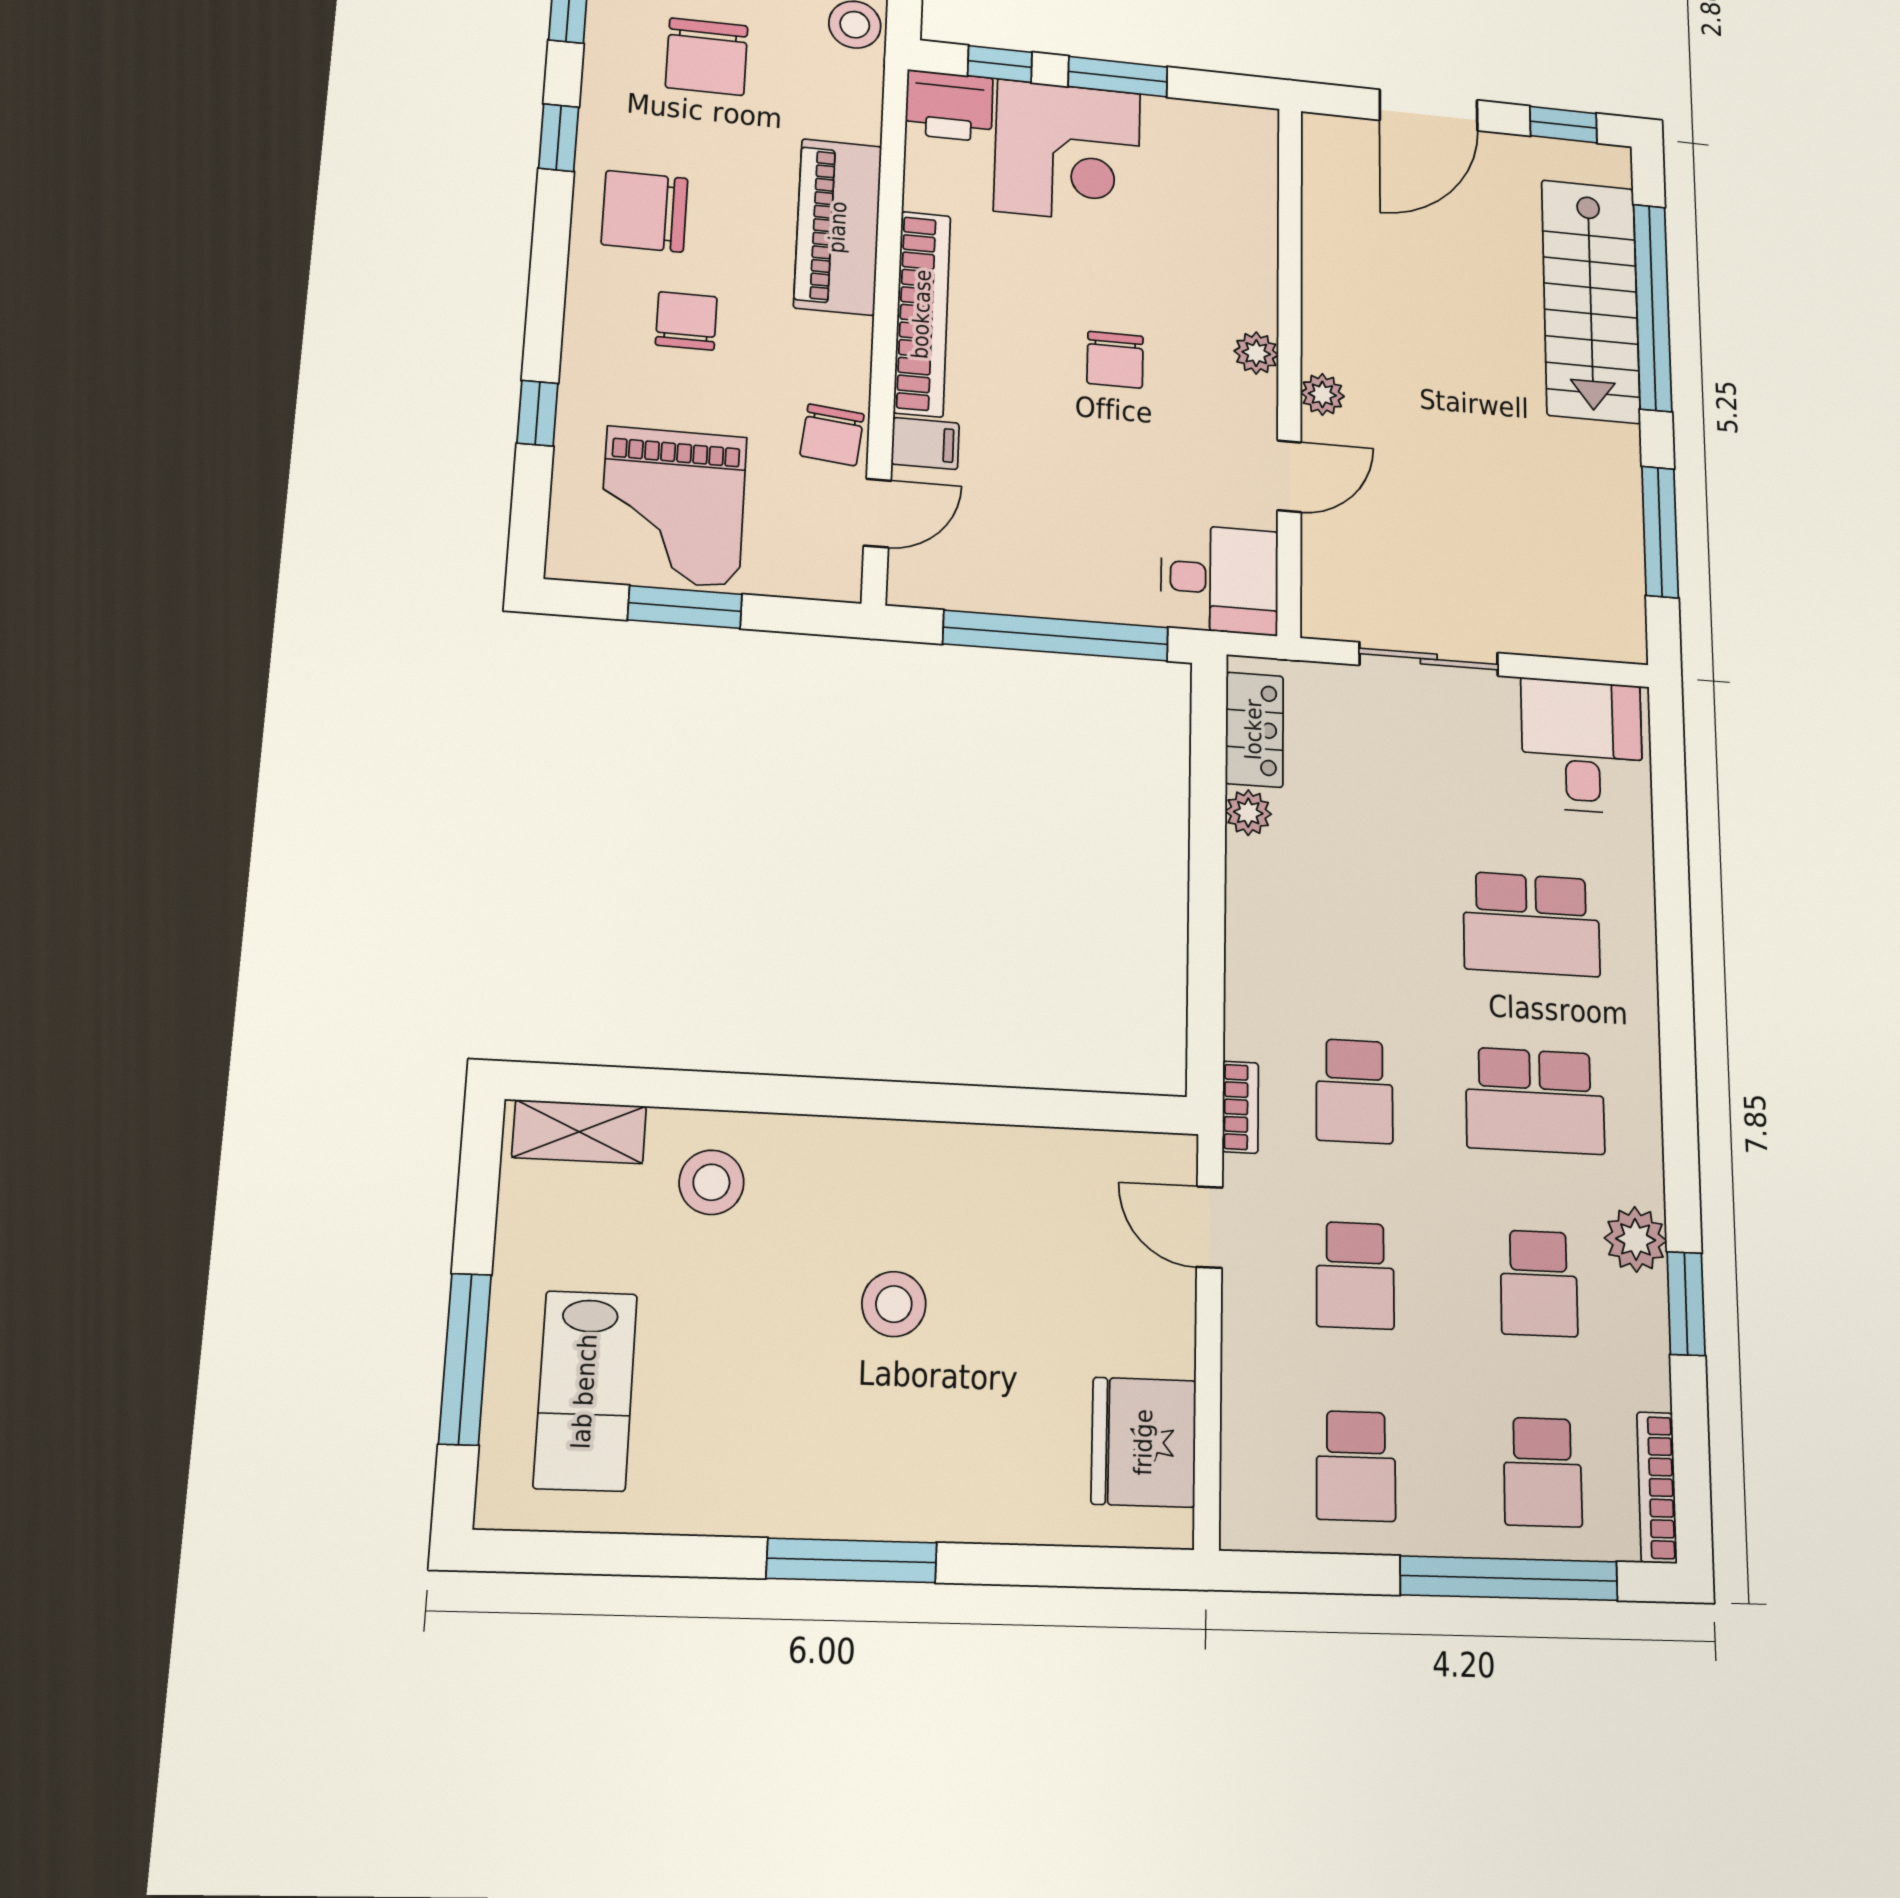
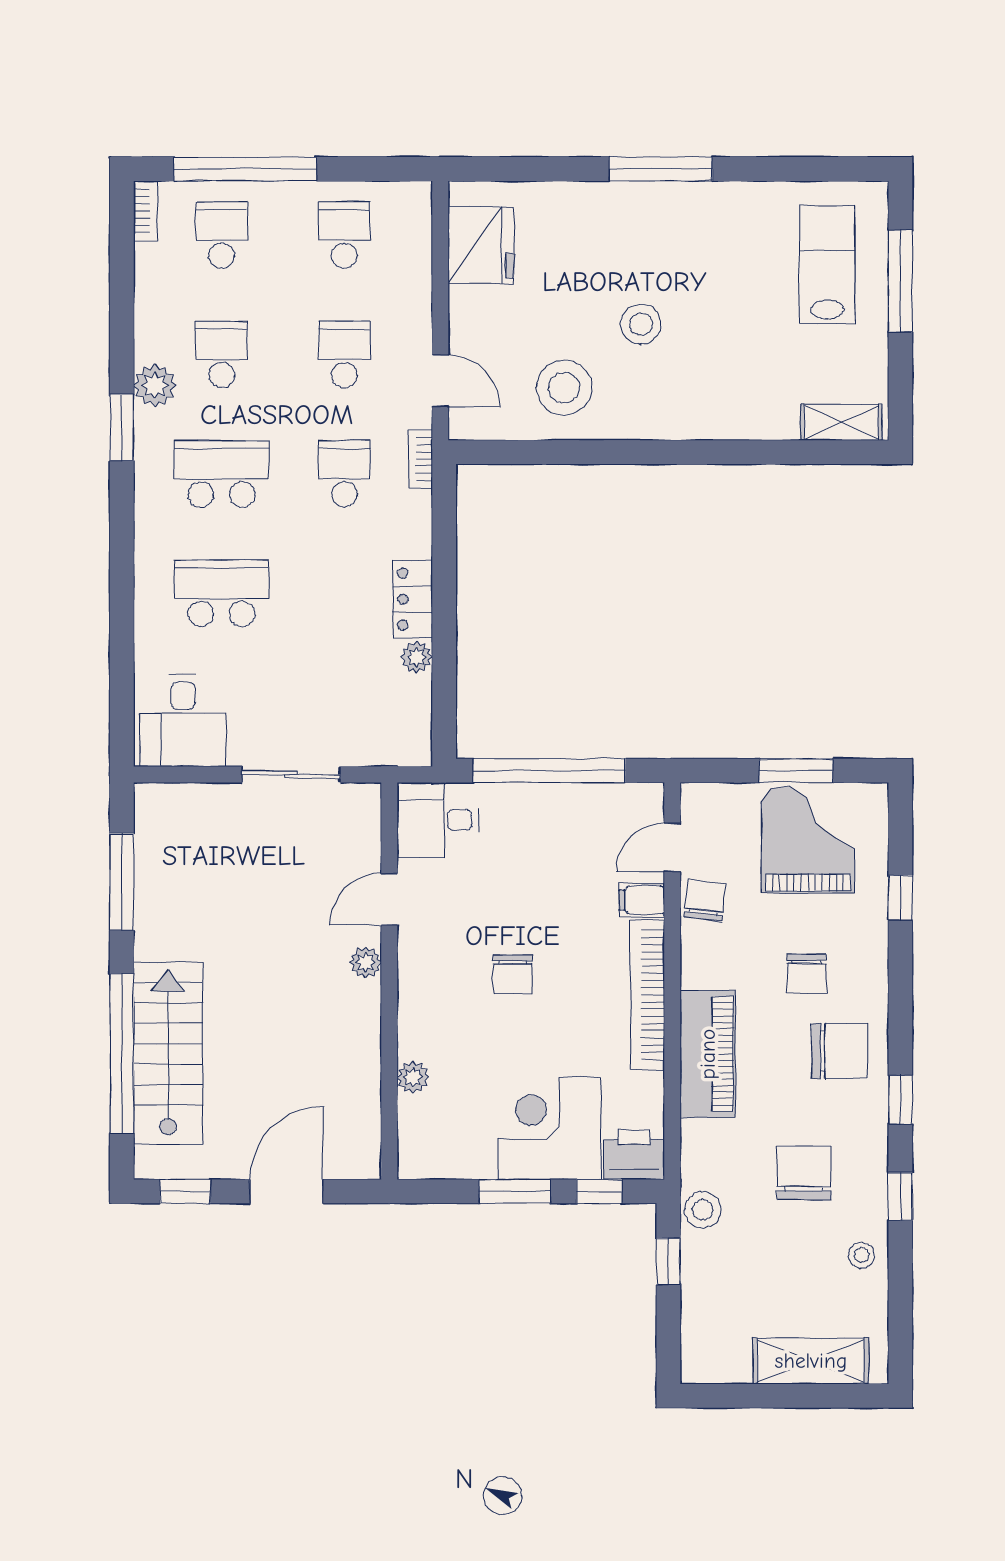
plant: (1256, 353) -> (413, 1077), moved
chair: (1115, 360) -> (513, 974), turned 180
locker: (1254, 730) -> (413, 599), moved
stool: (711, 1182) -> (564, 388), moved, width x1.38, depth x1.38
window: (1686, 1304) -> (122, 428), moved
bookcase: (1657, 1487) -> (146, 211), width x0.64

